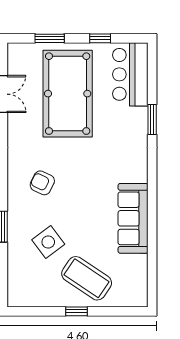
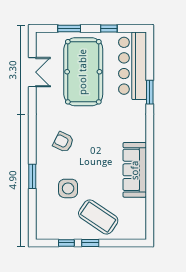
bar counter: (130, 74) -> (133, 66), width x1.36
side table: (48, 242) -> (68, 188), turned 37
window: (46, 311) -> (66, 243), added

